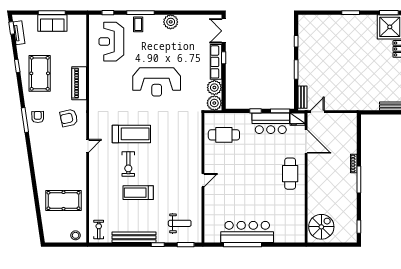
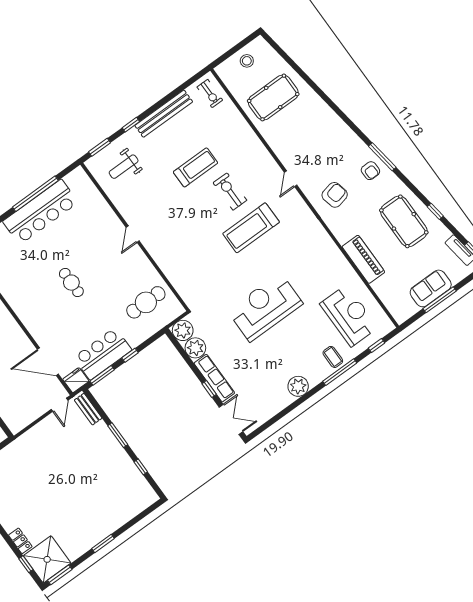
piano: (79, 83) -> (363, 259), moved
cafe table: (290, 174) -> (71, 283), moved, width x0.73, depth x0.74
stool: (76, 235) -> (247, 61), moved

